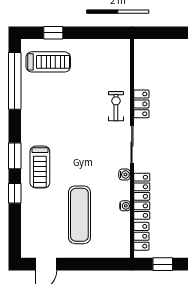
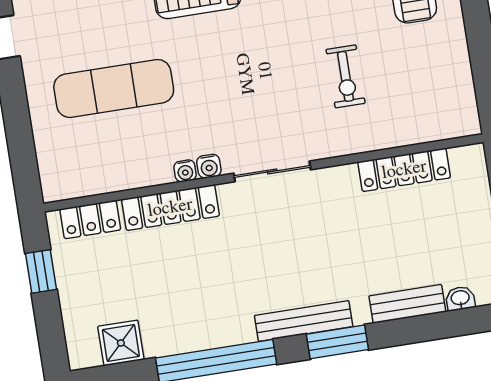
locker: (141, 104) -> (404, 170), moved, width x1.53
exercise bike: (116, 106) -> (346, 76), moved, turned 90
water cooler: (125, 206) -> (185, 171), moved

